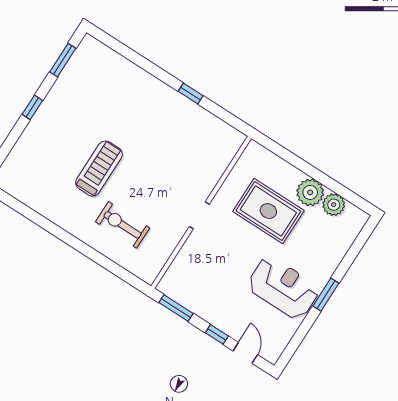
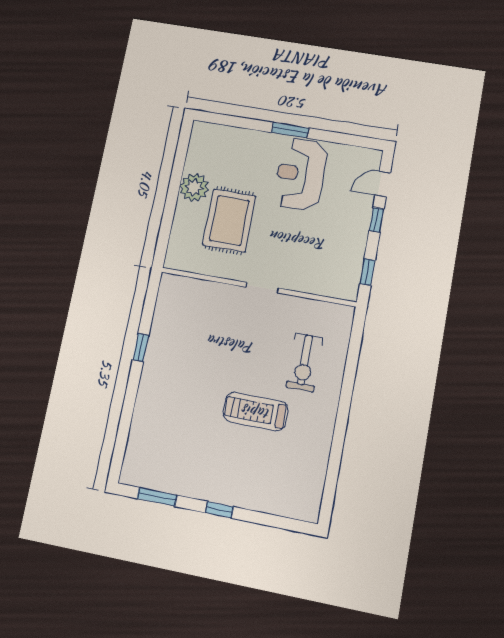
plant: (334, 205) -> (197, 160), removed
window: (176, 308) -> (367, 272), width x0.67

